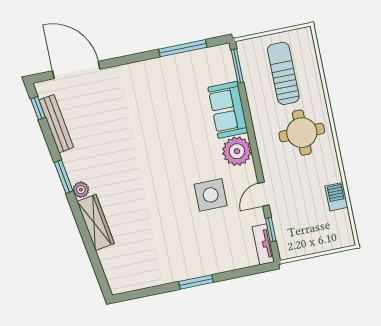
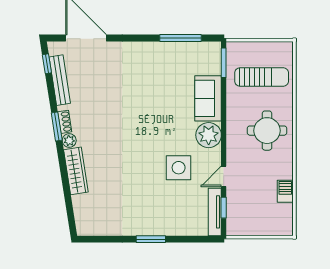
sun lounger: (283, 73) -> (262, 77), turned 90
shoe rack: (72, 169) -> (65, 122), added
tv unit: (263, 244) -> (215, 212), width x1.41

